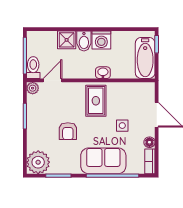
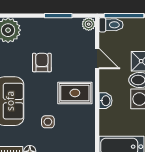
door: (53, 80) -> (97, 59), moved
armchair: (68, 131) -> (42, 63), turned 90

